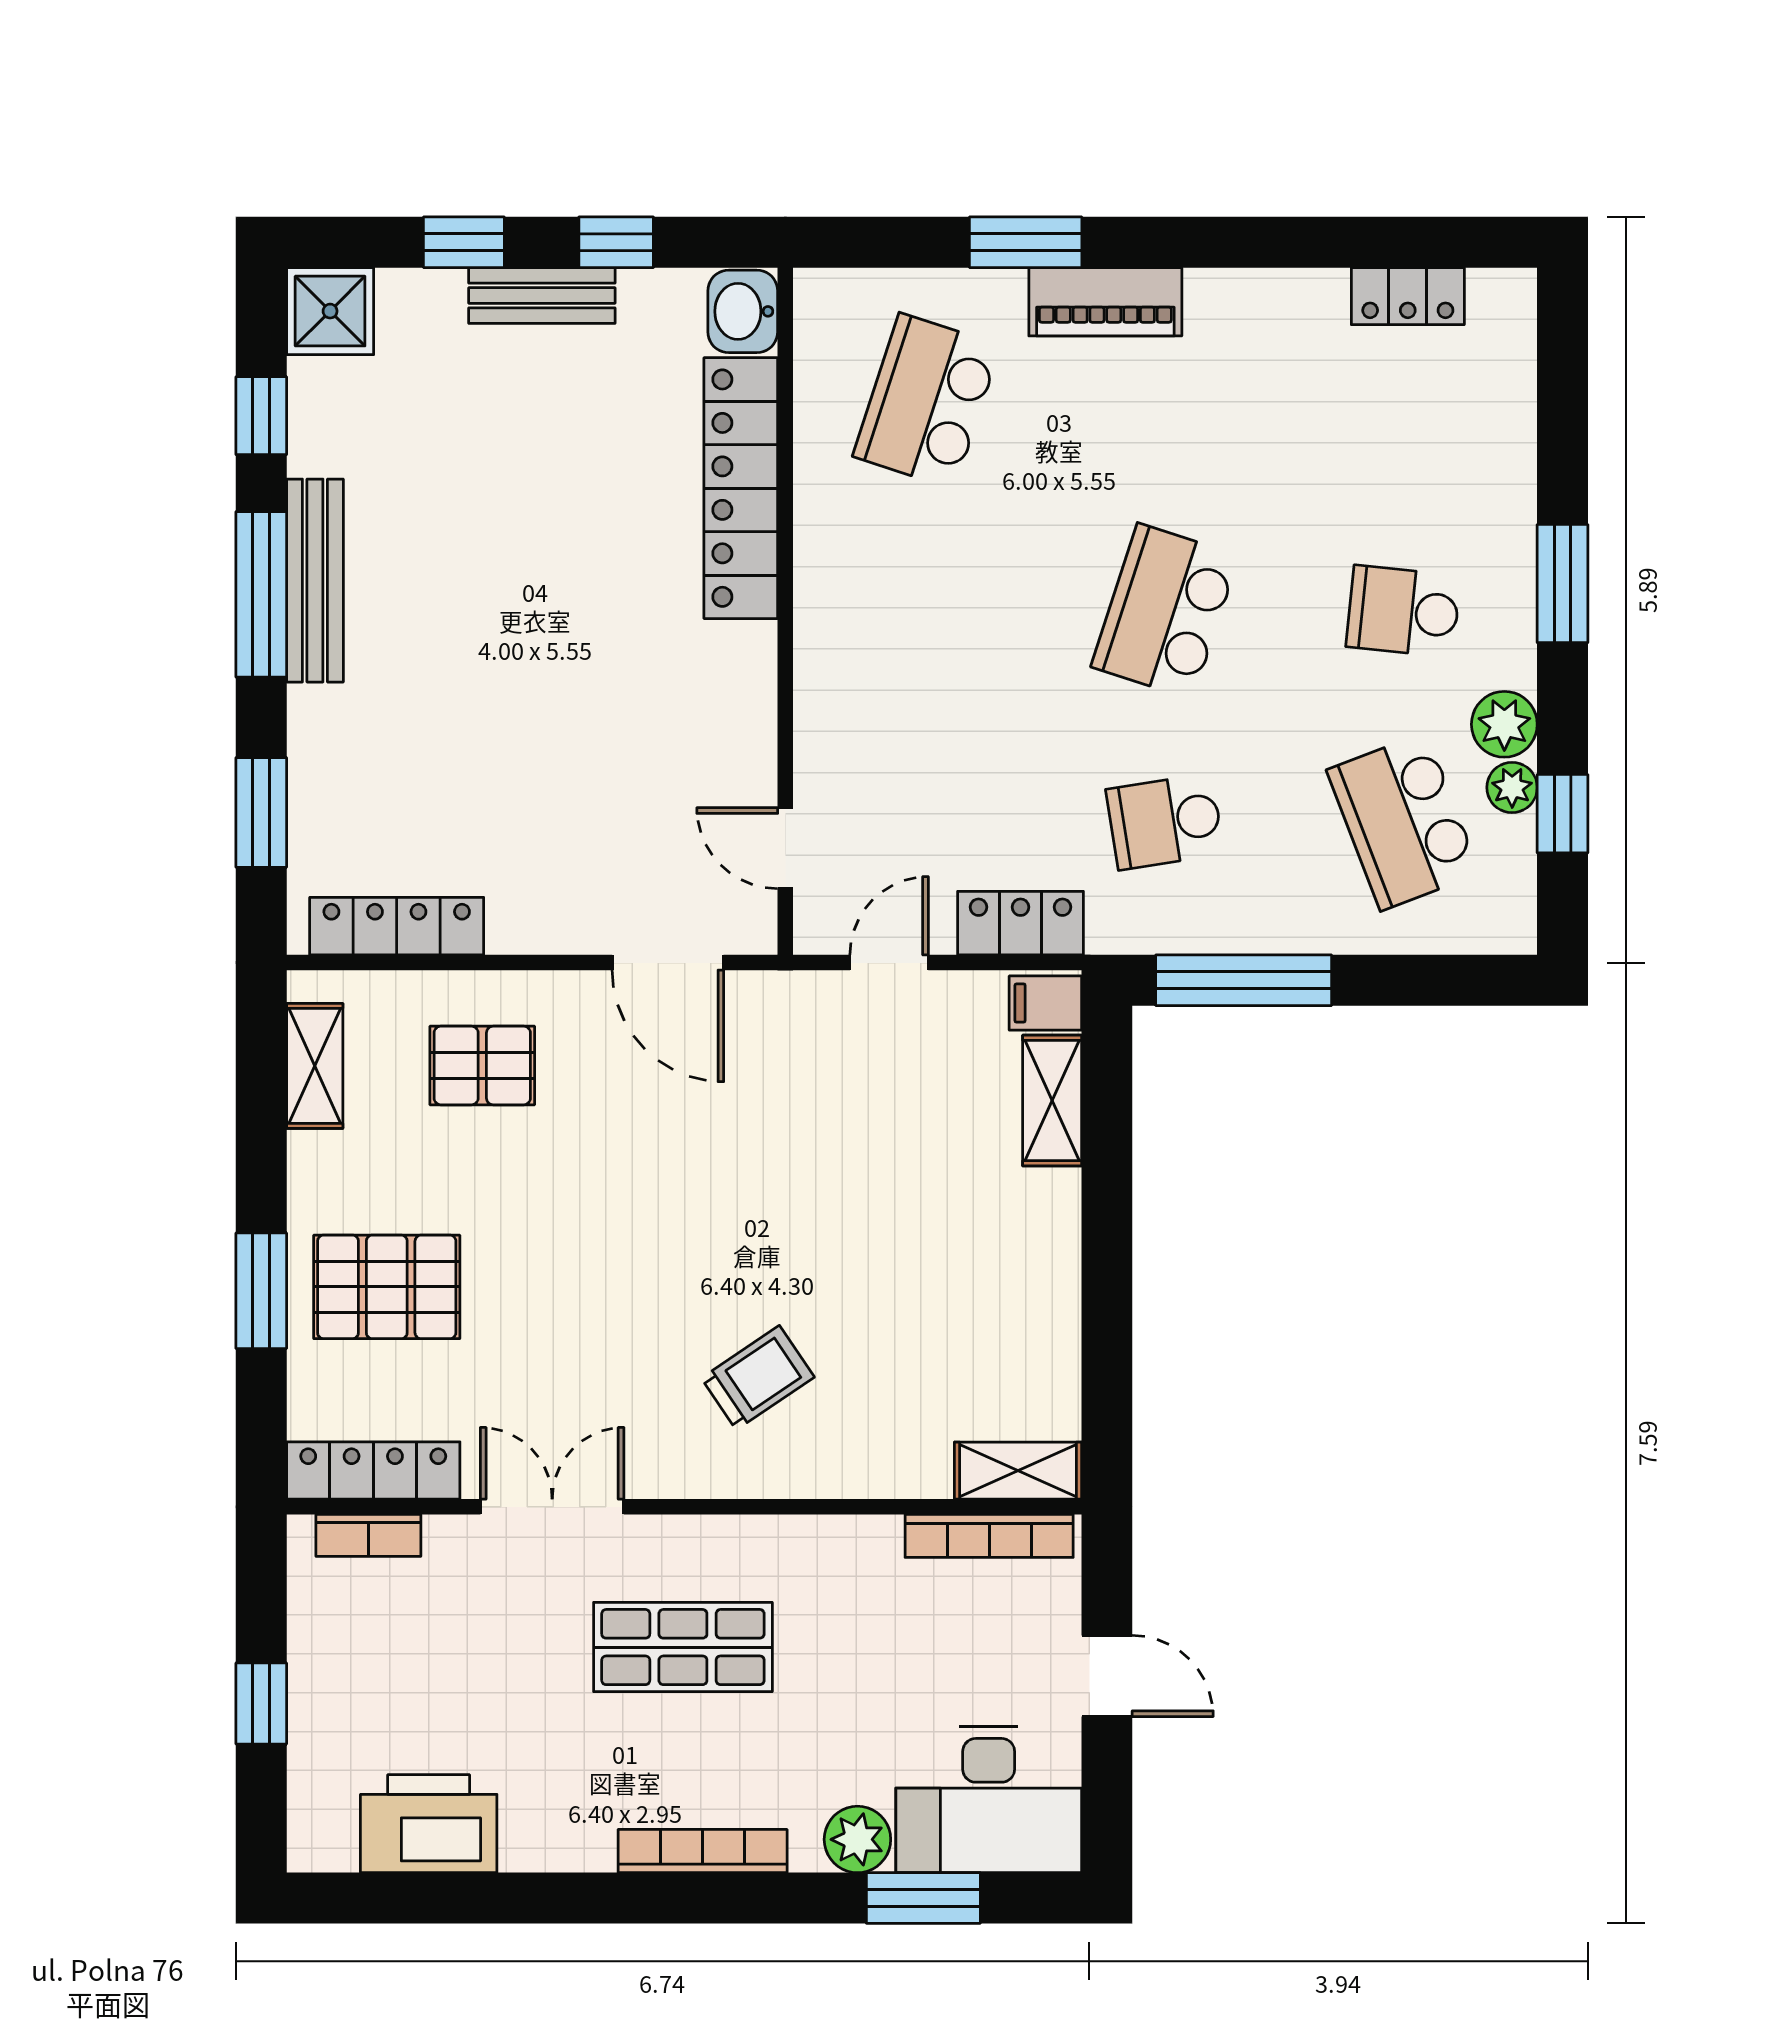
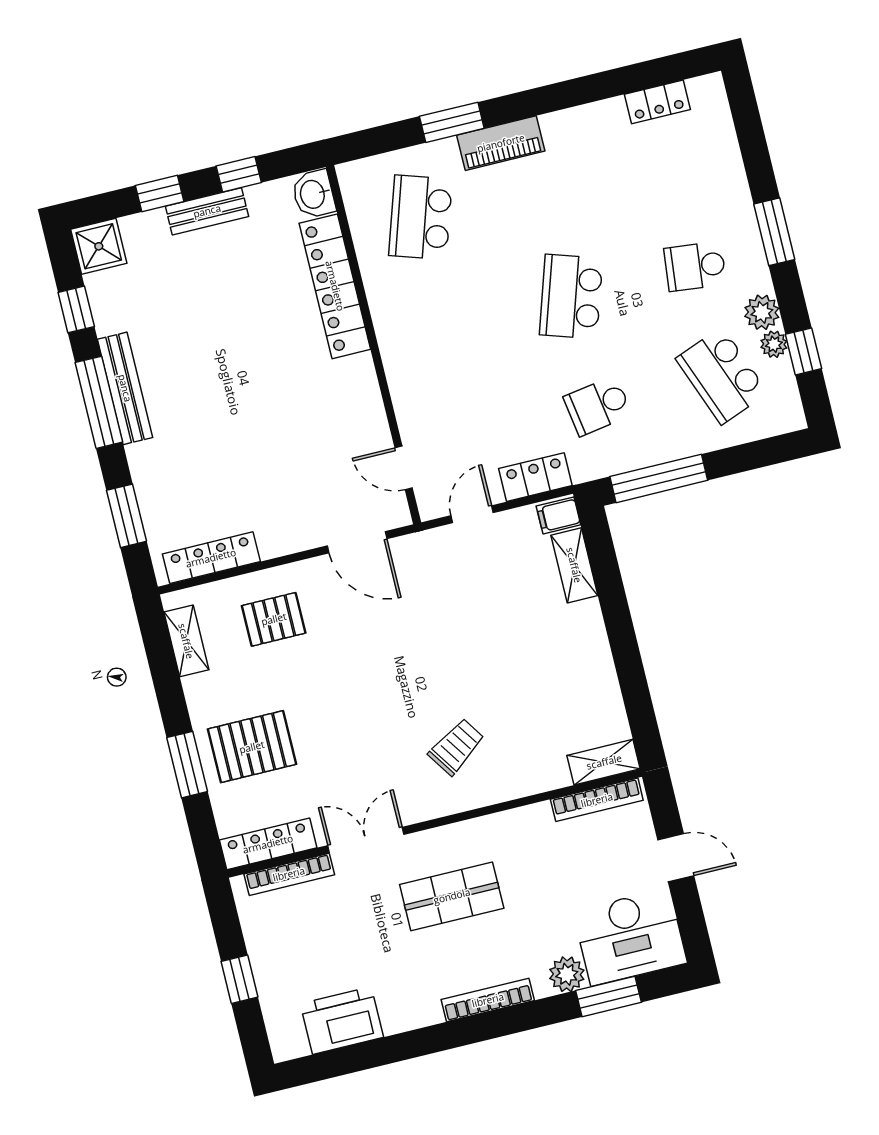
bookcase: (368, 1535) -> (289, 874), width x1.56

